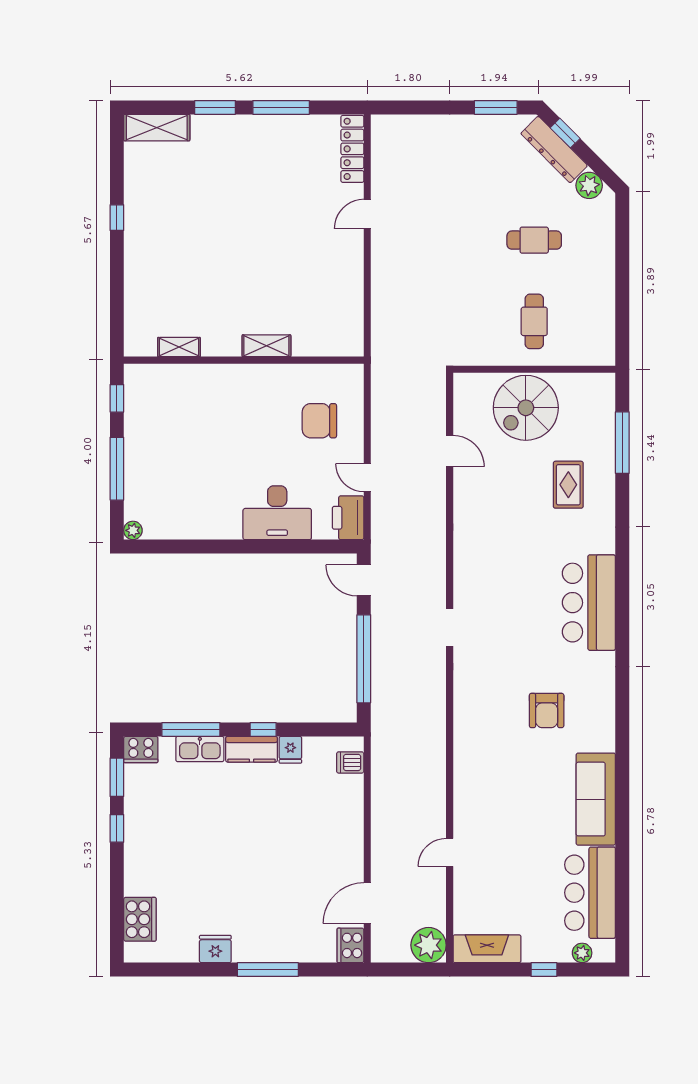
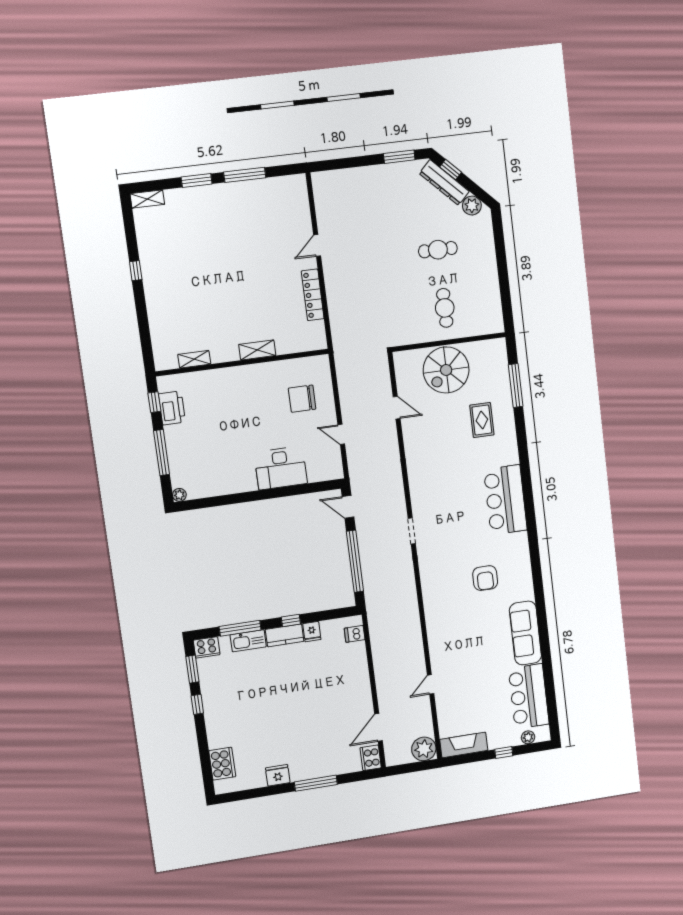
shelving: (157, 128) -> (147, 199), width x0.67, depth x0.75
locker: (352, 149) -> (313, 295), moved
printer: (348, 518) -> (172, 408), moved, turned 180

